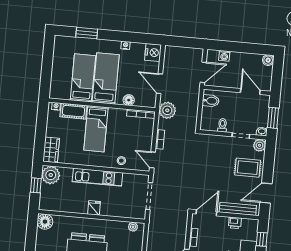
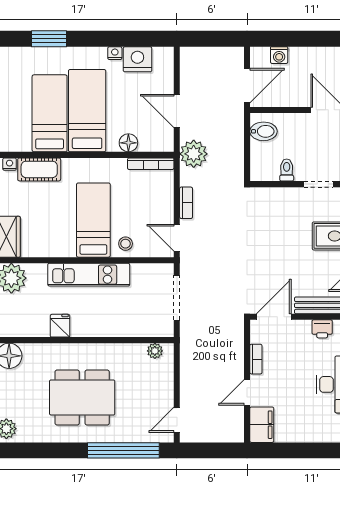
nightstand: (153, 53) -> (137, 59), moved, turned -90
bed: (96, 129) -> (93, 220), moved, turned 180
fridge: (94, 208) -> (60, 326), moved

